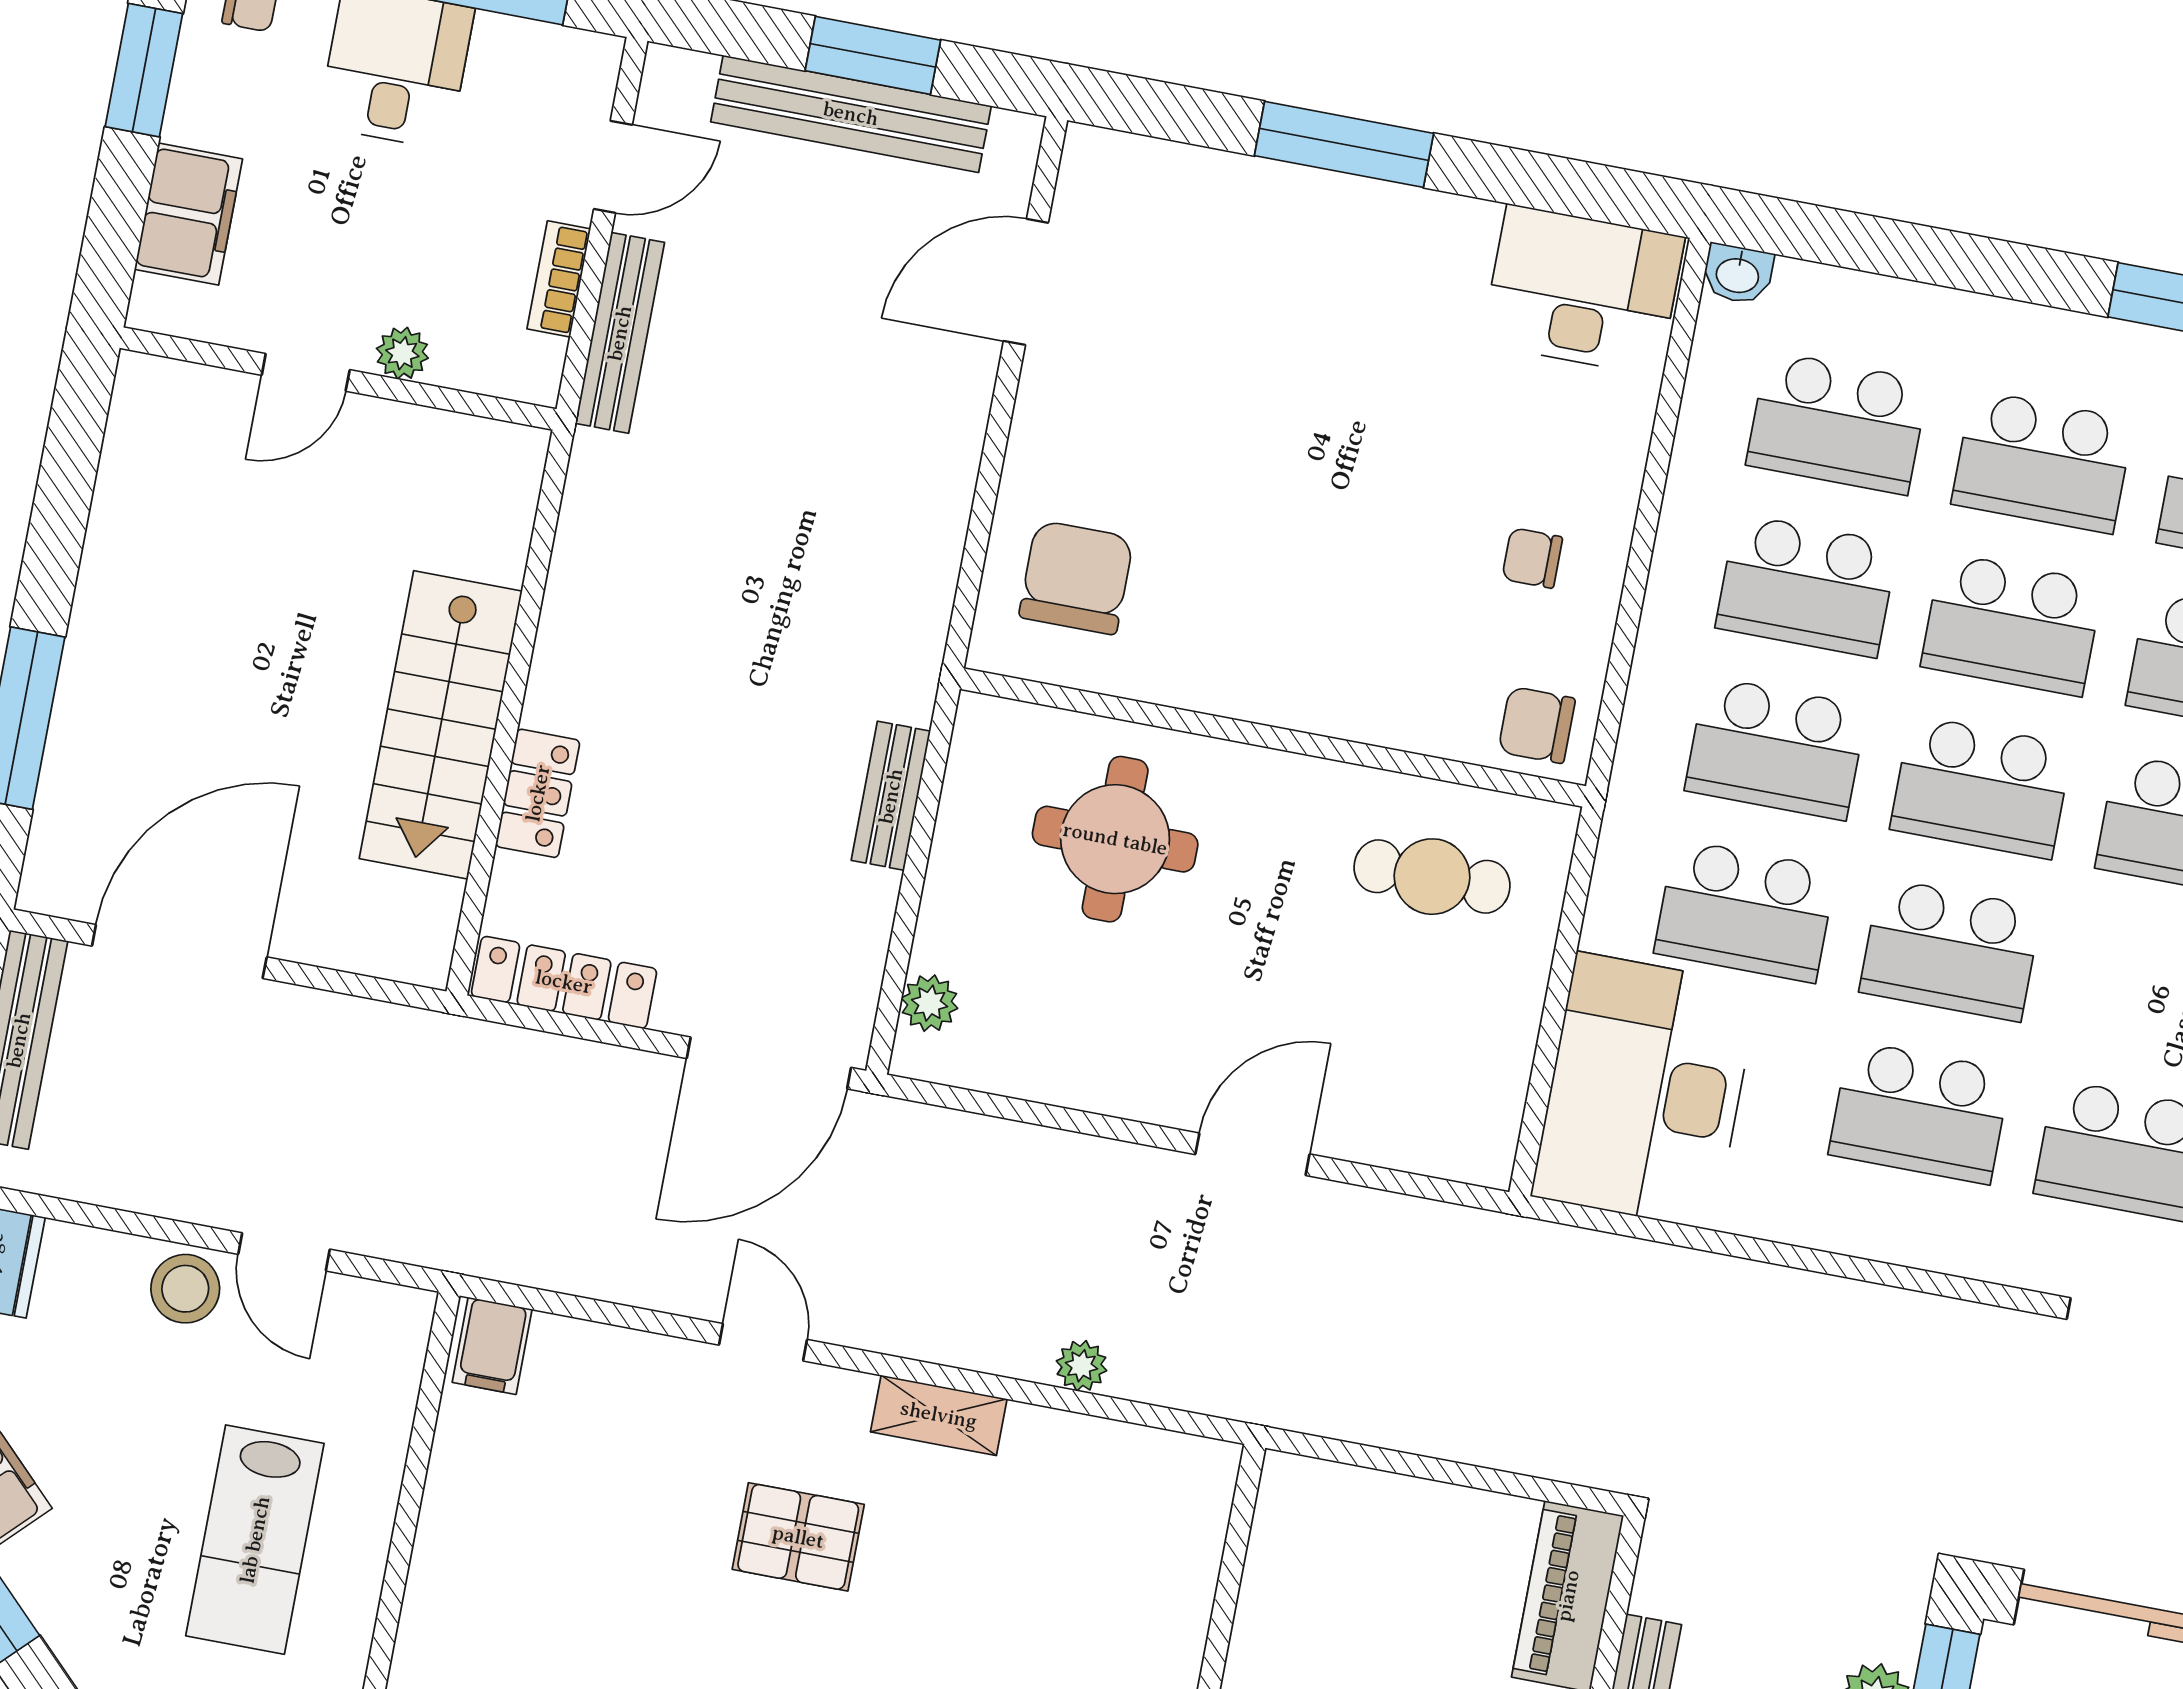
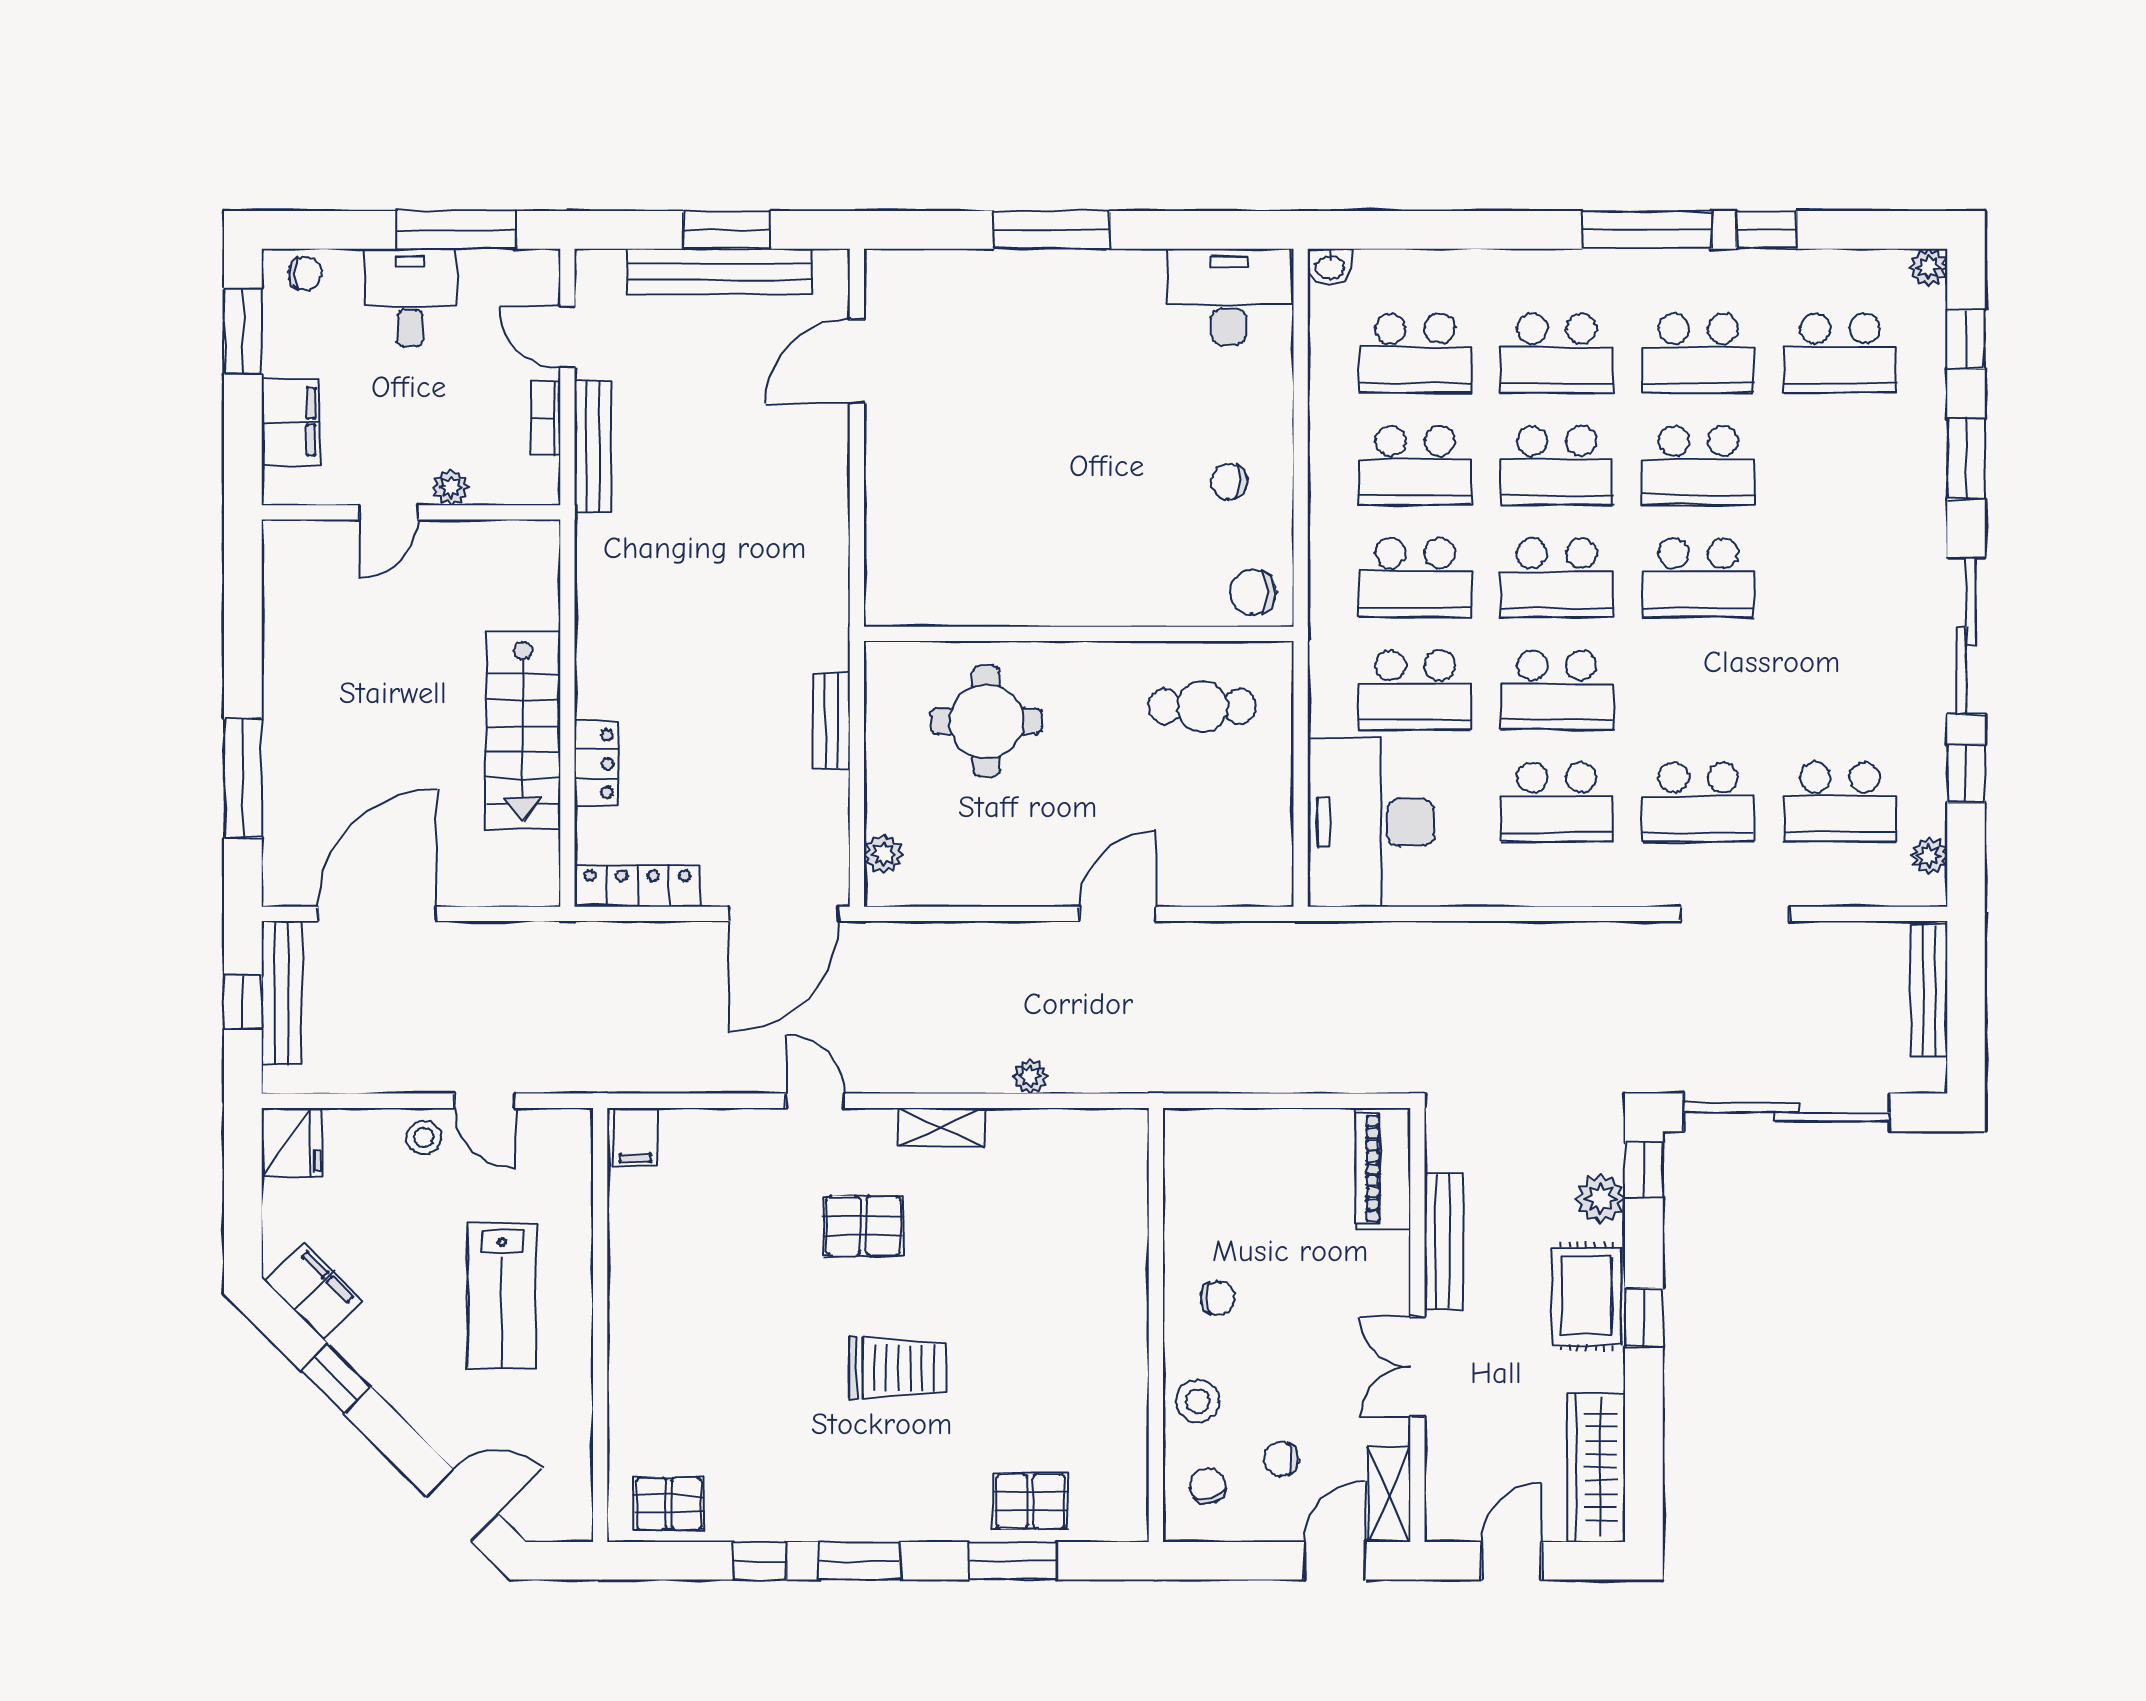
door: (613, 167) -> (567, 337), swing flipped
chair: (1076, 577) -> (928, 552), removed
stool: (185, 1289) -> (424, 1138), width x0.73, depth x0.73

